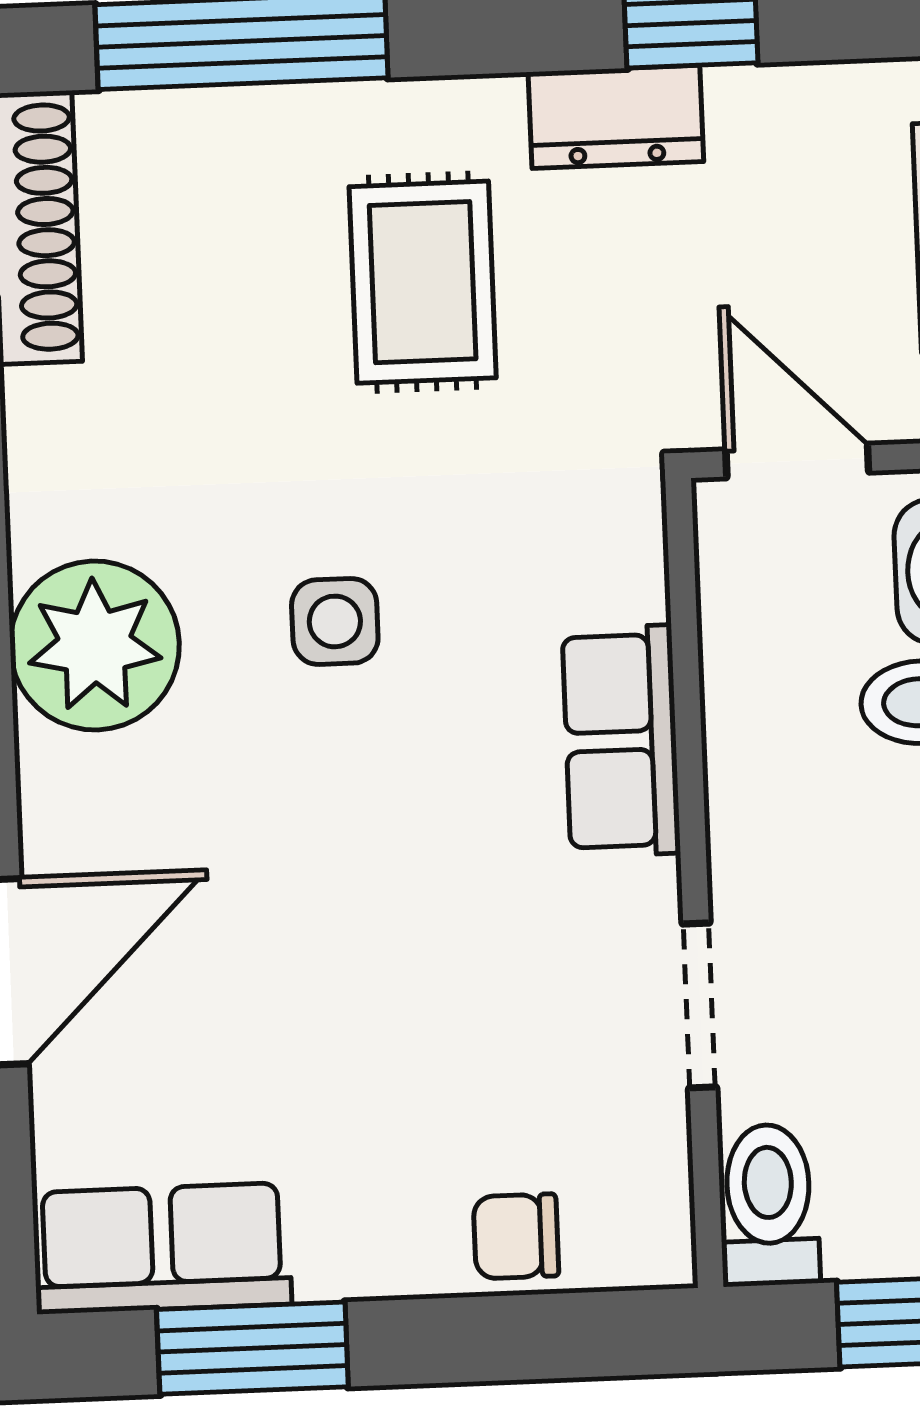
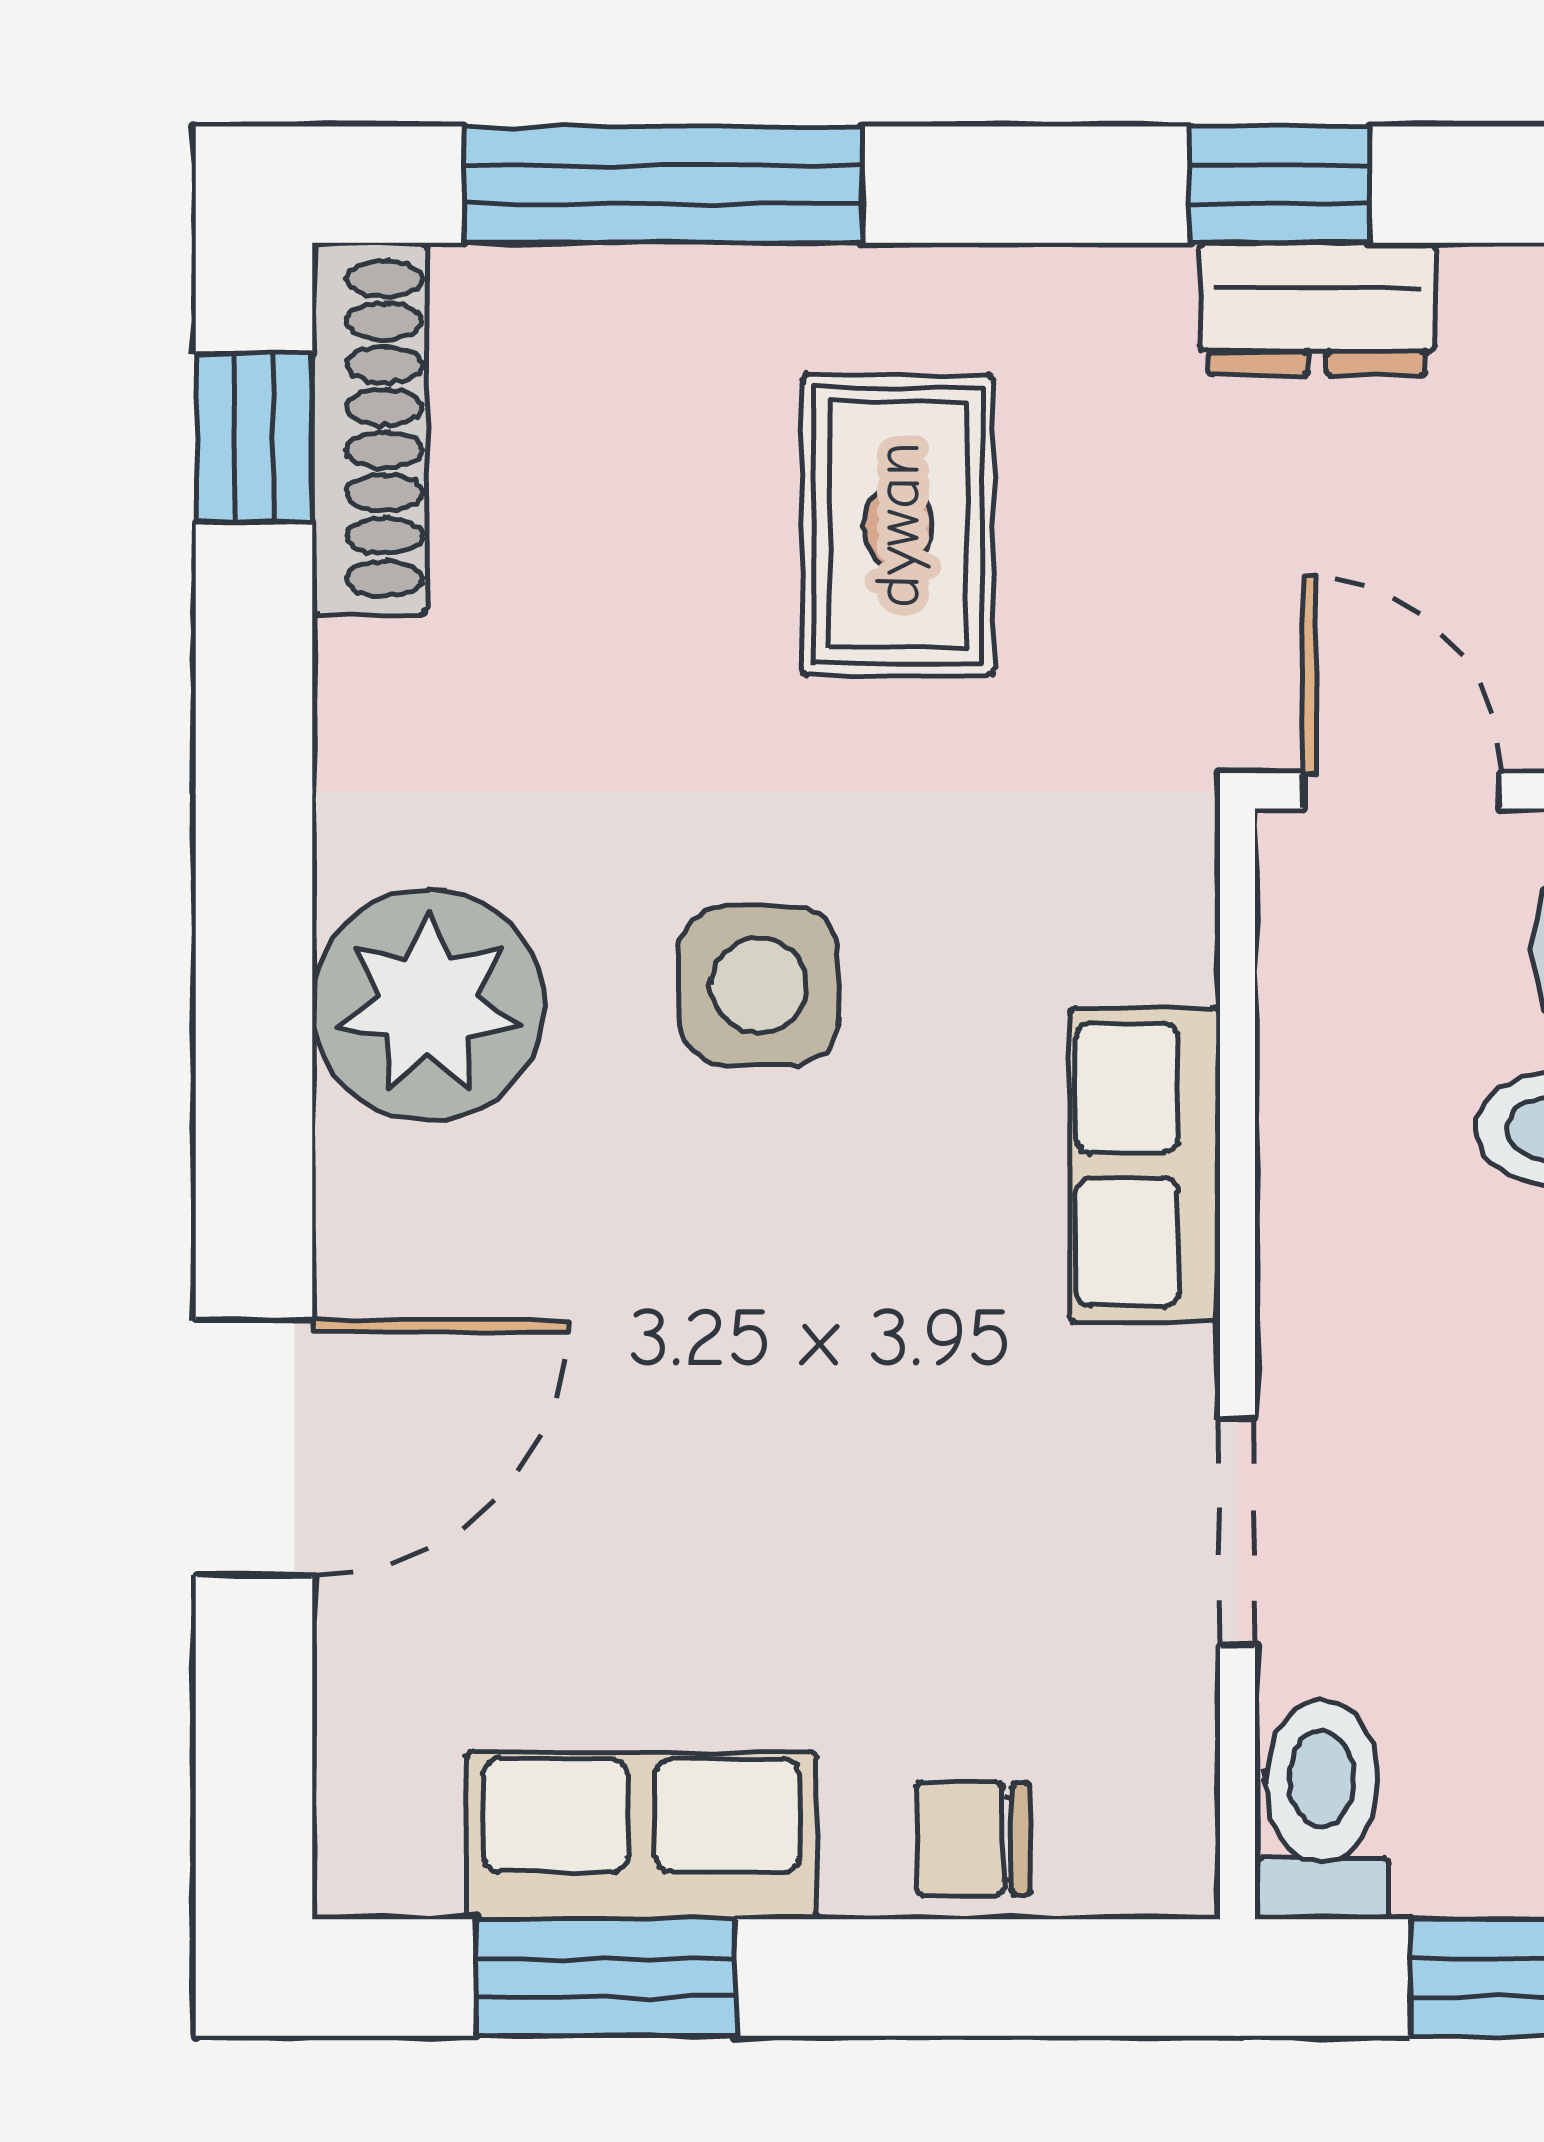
dresser: (616, 117) -> (1317, 309), moved
side table: (335, 621) -> (759, 985), width x1.37, depth x1.37
row of seats: (162, 1248) -> (642, 1836), moved

